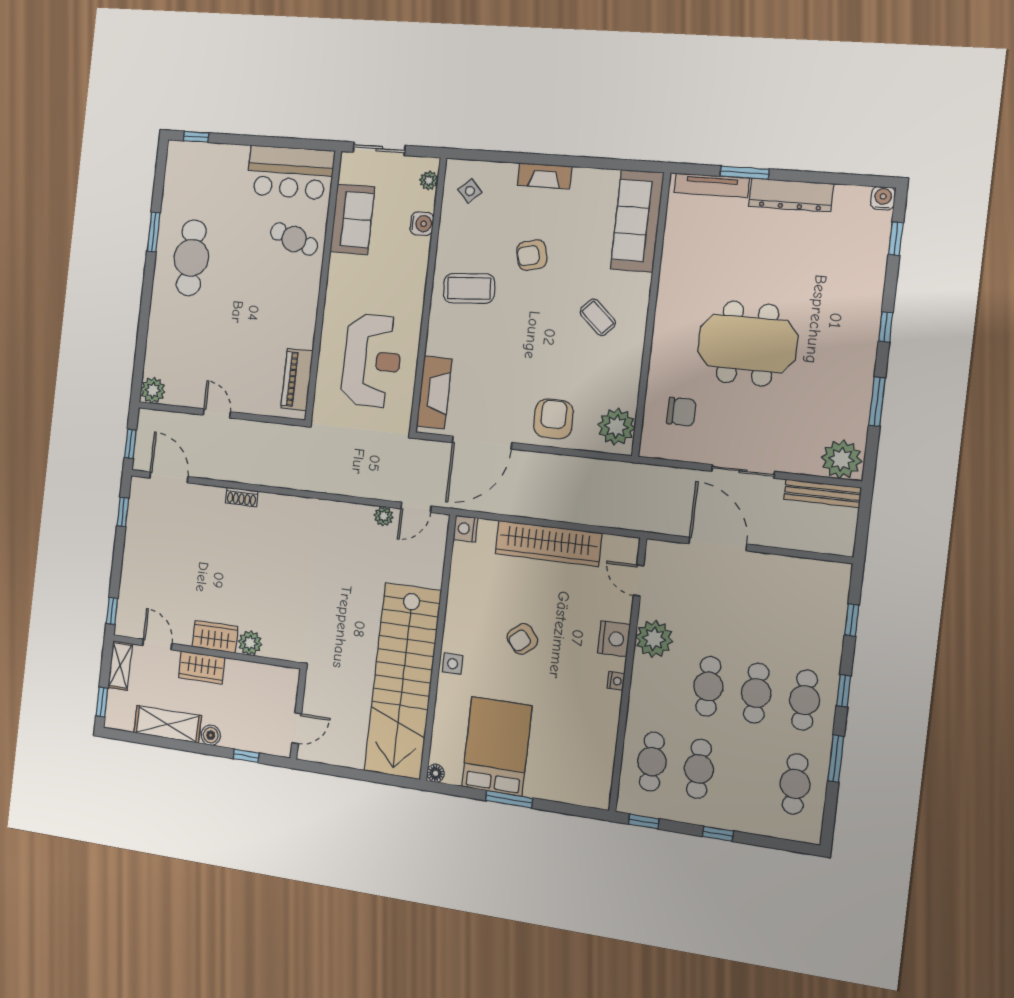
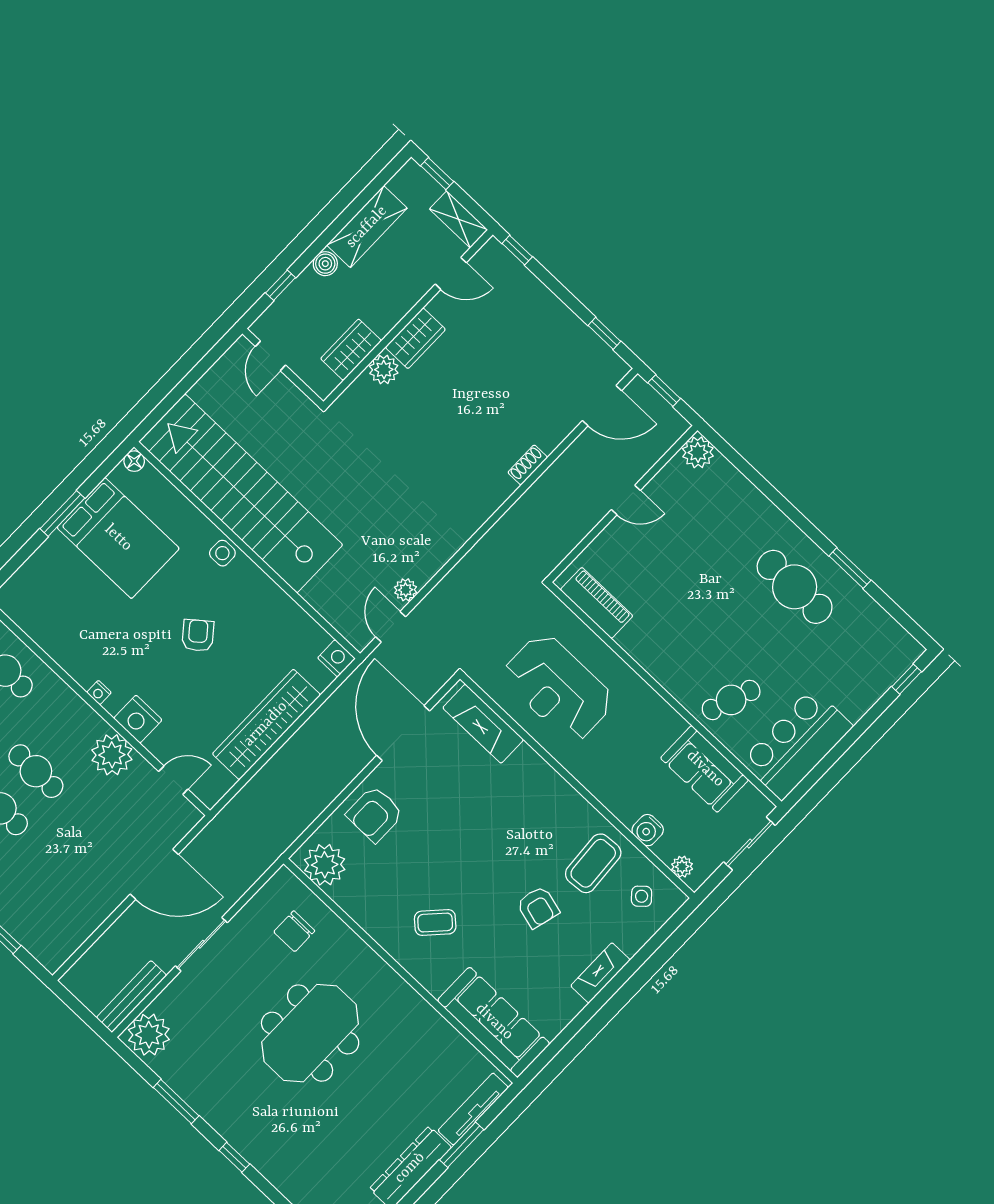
armchair: (532, 255) -> (538, 907), turned 119
coffee table: (469, 288) -> (593, 863), moved
armchair: (553, 419) -> (375, 814), turned 90
wardrobe: (202, 667) -> (351, 350), moved

